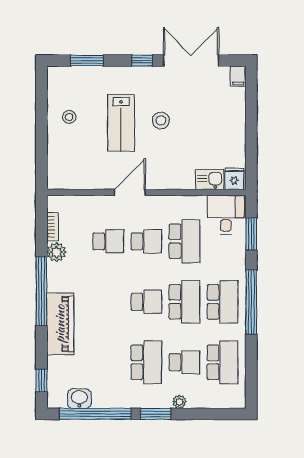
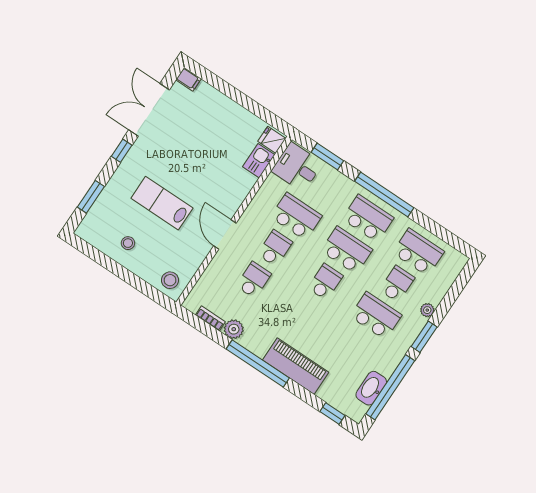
stool: (161, 121) -> (170, 280), moved
lab bench: (121, 123) -> (162, 203), turned 180
washbasin: (79, 399) -> (371, 388), width x1.38

